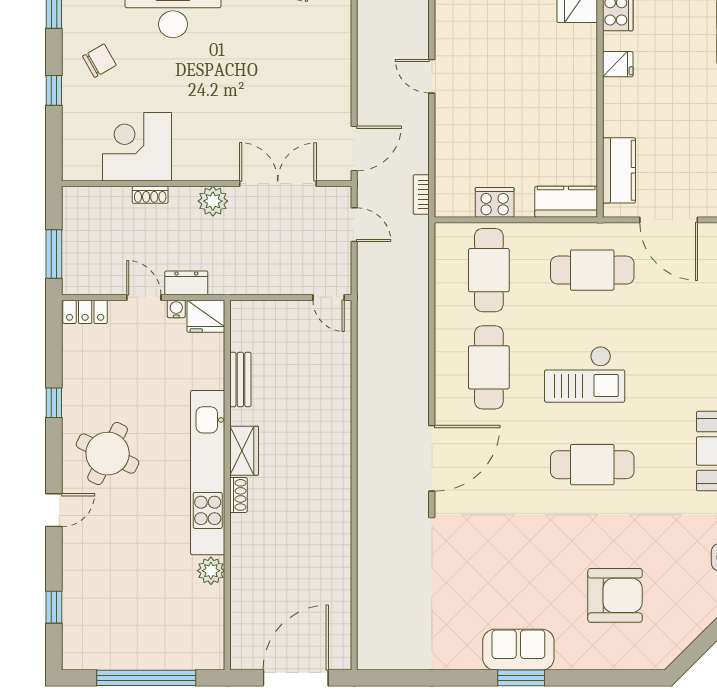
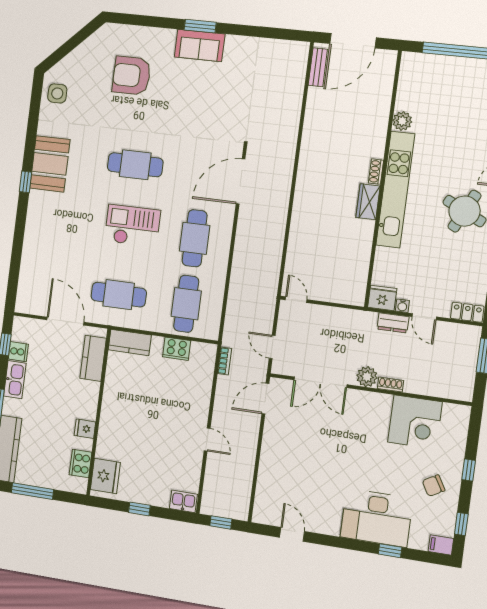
shoe rack: (150, 195) -> (391, 385), moved
bench: (240, 379) -> (318, 67), moved

